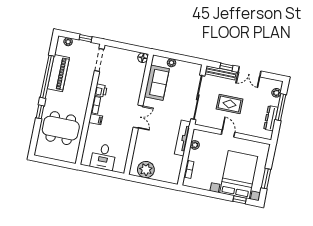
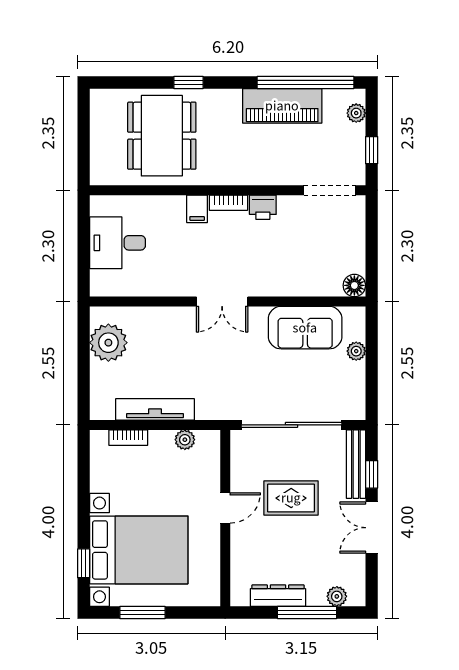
window: (47, 77) -> (305, 83), moved
rug: (230, 104) -> (291, 498), turned 90
tv unit: (183, 138) -> (155, 409), moved

